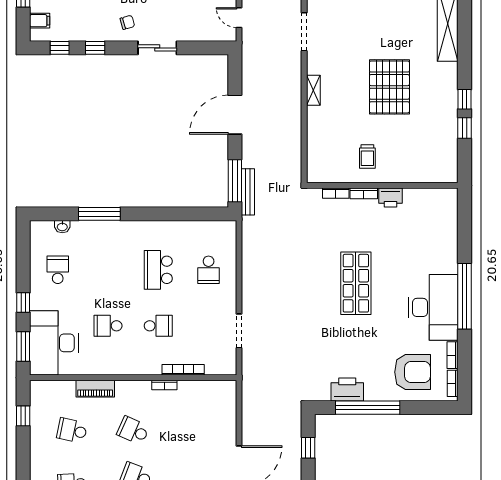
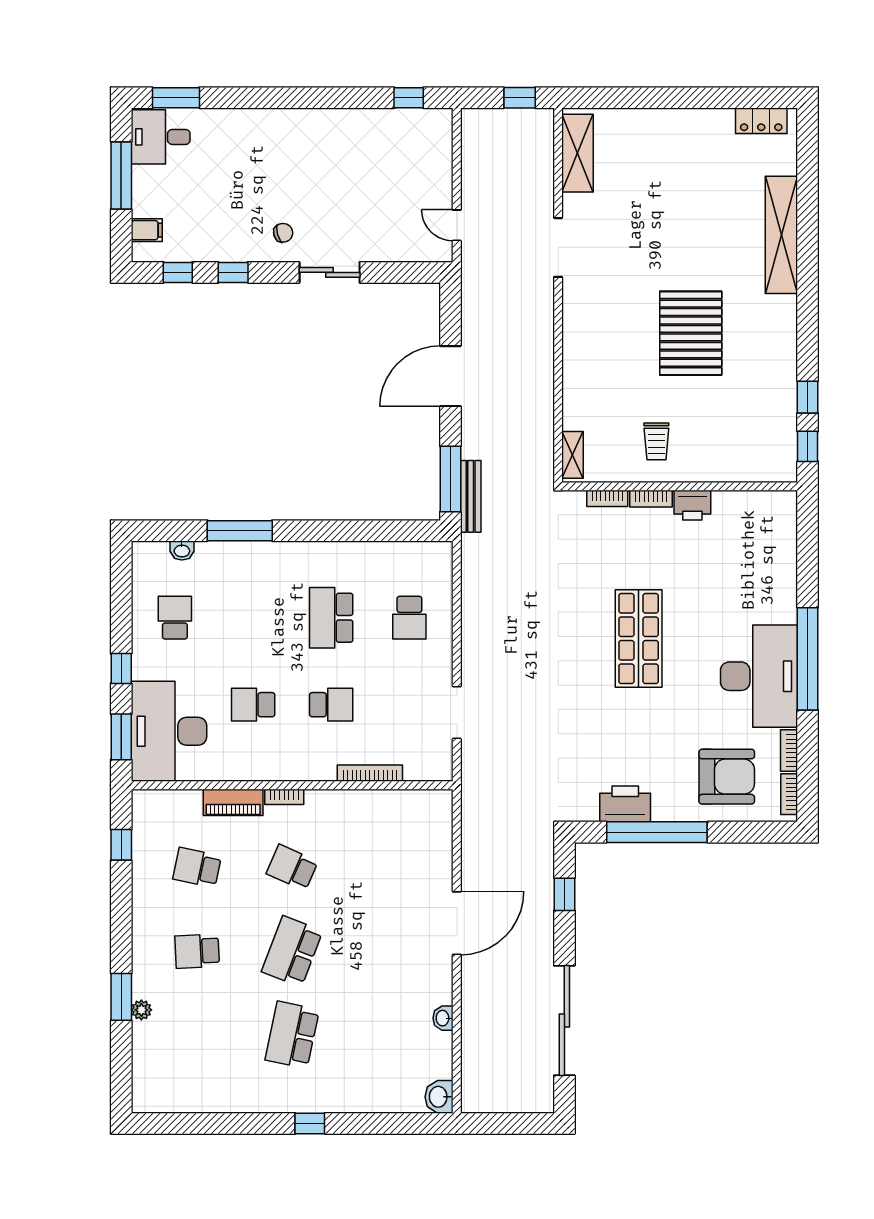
shelving: (313, 90) -> (572, 455), moved
window: (464, 99) -> (808, 446), moved
bookcase: (164, 385) -> (284, 797), moved

